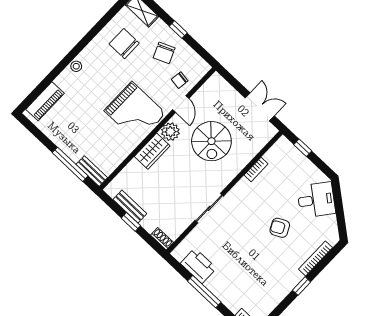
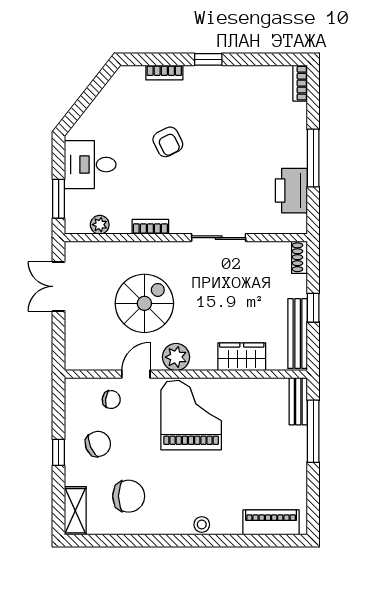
chair: (124, 44) -> (129, 496), turned -90
window: (303, 148) -> (59, 199), width x1.50
wardrobe: (152, 151) -> (242, 357), moved
plant: (271, 156) -> (100, 225), added
bookcase: (256, 169) -> (150, 227), moved
desk: (316, 200) -> (90, 165), moved, turned -38
bench: (130, 207) -> (298, 334), width x1.36
bookcase: (315, 258) -> (164, 73), width x0.64

